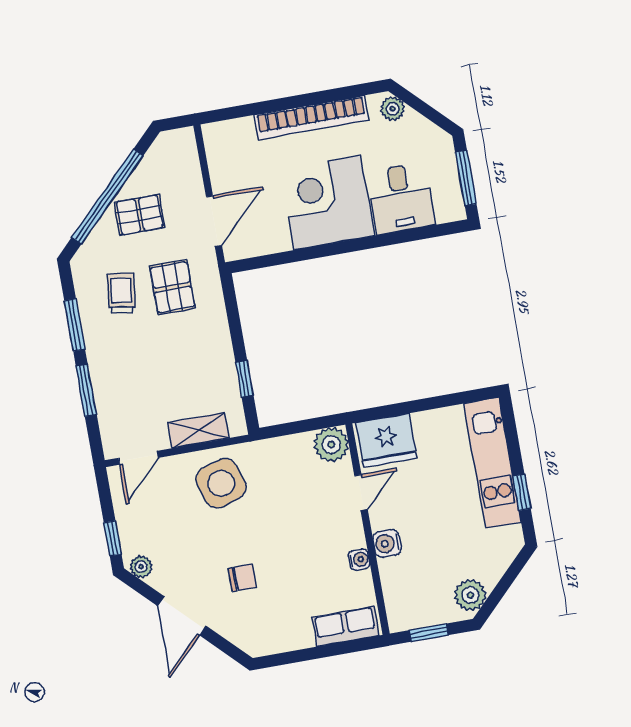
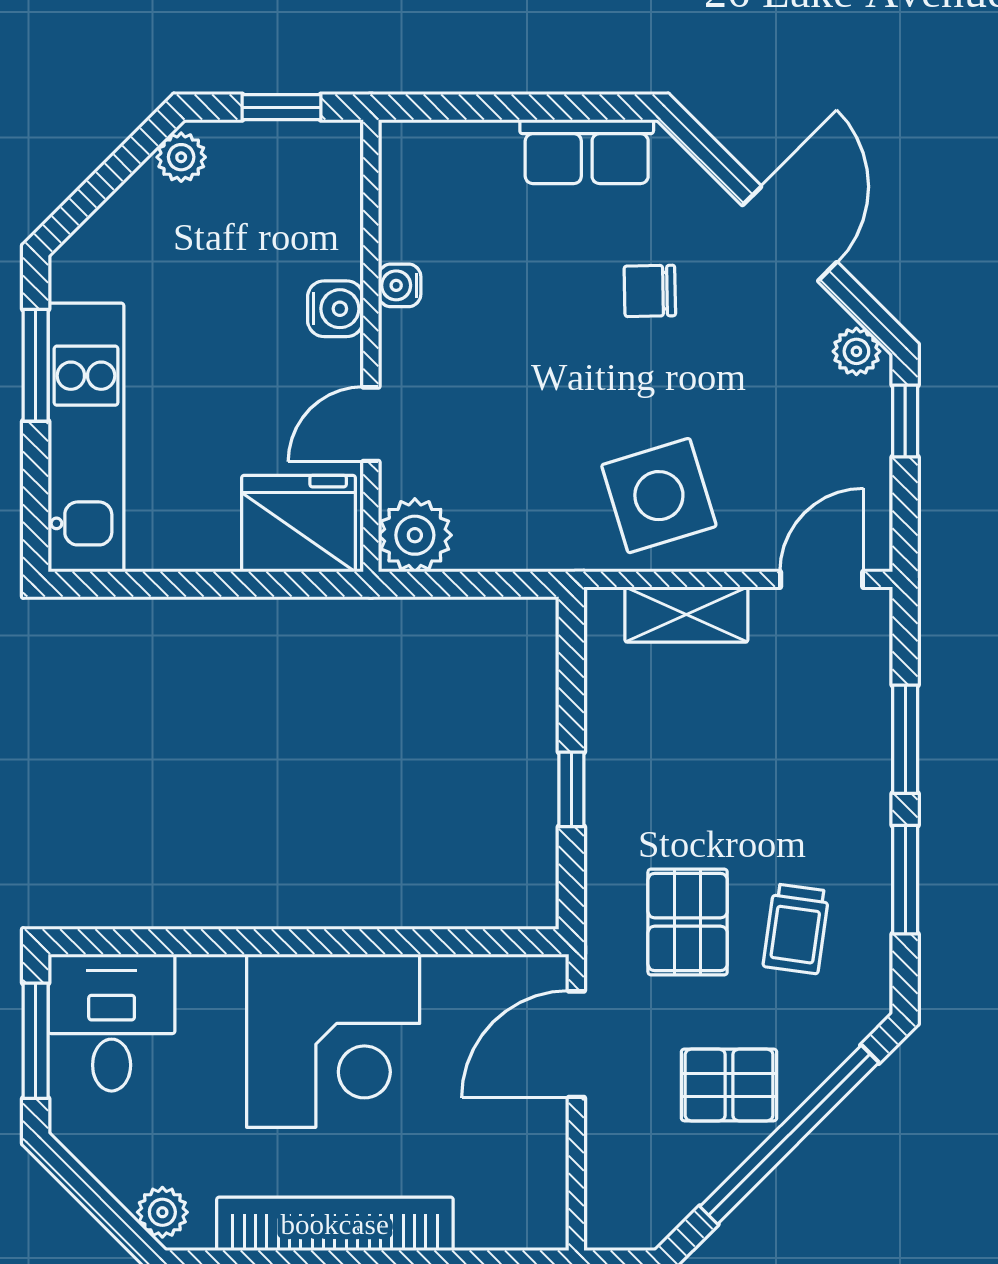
desk: (401, 198) -> (112, 1023), moved
window: (244, 379) -> (571, 789), moved
window: (522, 492) -> (36, 365), width x1.50
plant: (470, 595) -> (181, 157), width x0.73, depth x0.73
row of seats: (345, 626) -> (587, 152), moved

